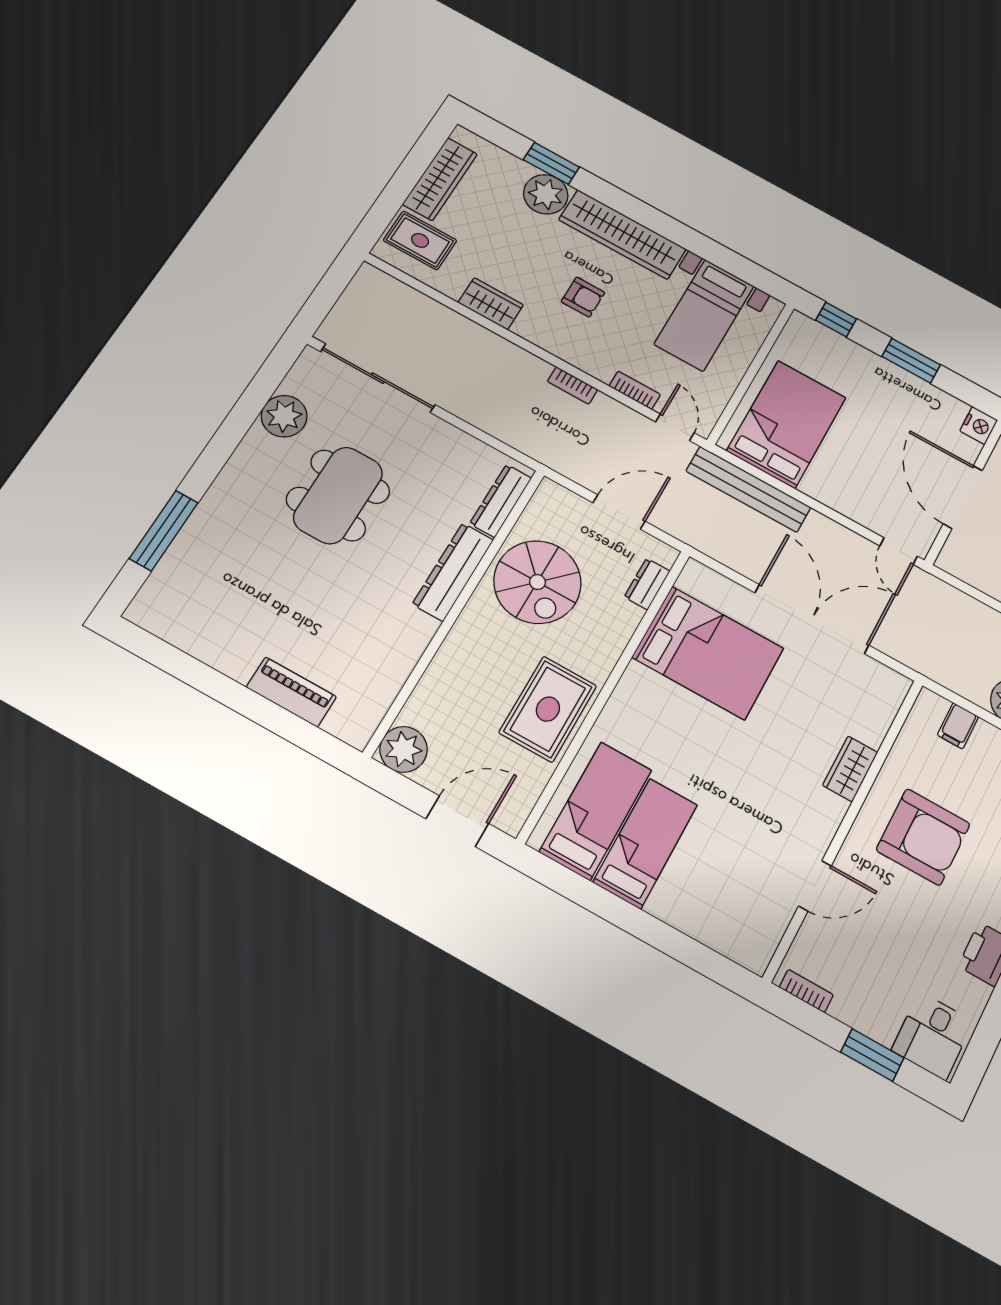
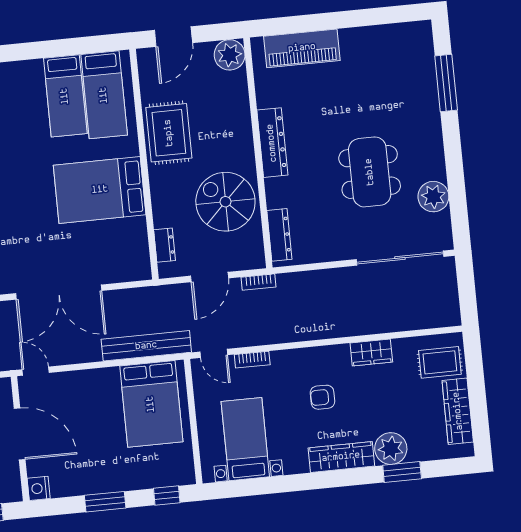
wardrobe: (622, 234) -> (341, 457), width x0.71, depth x0.85
bookcase: (573, 385) -> (259, 282), moved, turned 180
dresser: (453, 572) -> (272, 143), moved
bed: (708, 653) -> (100, 190), moved
piano: (291, 692) -> (302, 48), width x1.37, depth x1.33

